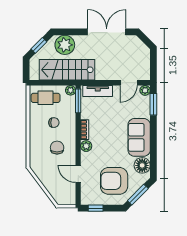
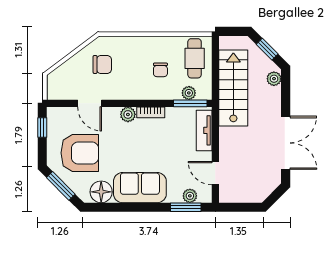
plant: (65, 45) -> (274, 79), width x0.53, depth x0.53
plant: (71, 90) -> (189, 93), moved
plant: (145, 90) -> (190, 196), moved
chair: (57, 148) -> (102, 64), moved
door: (78, 174) -> (90, 103), swing flipped
armchair: (114, 181) -> (80, 153), turned 90

